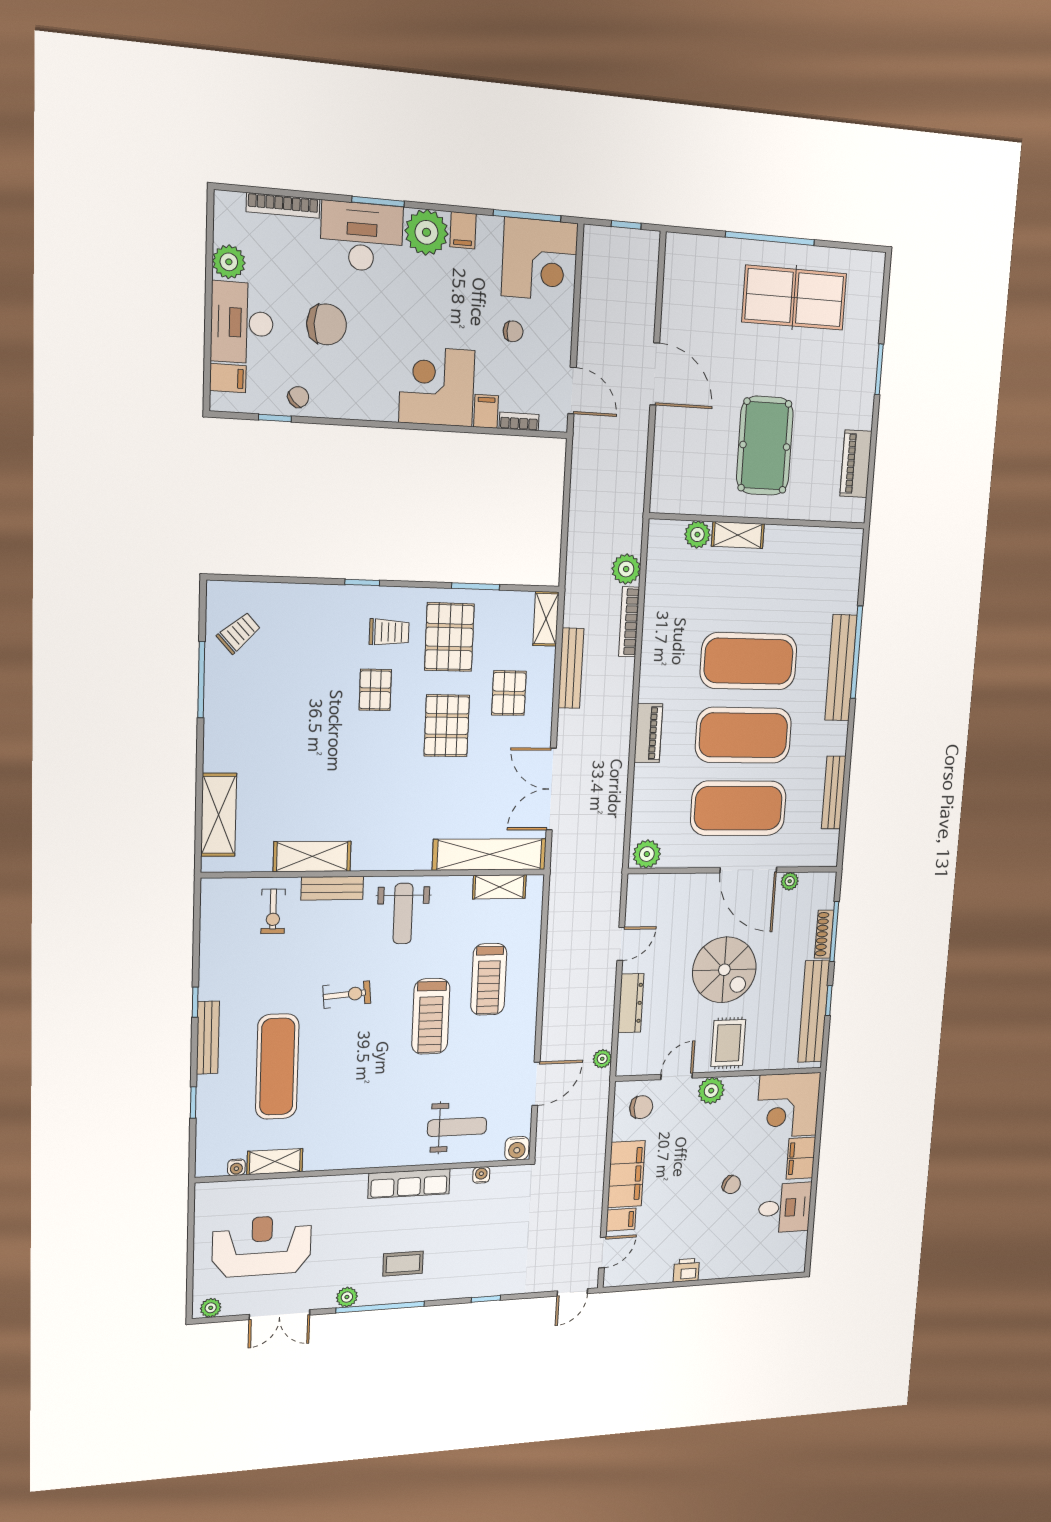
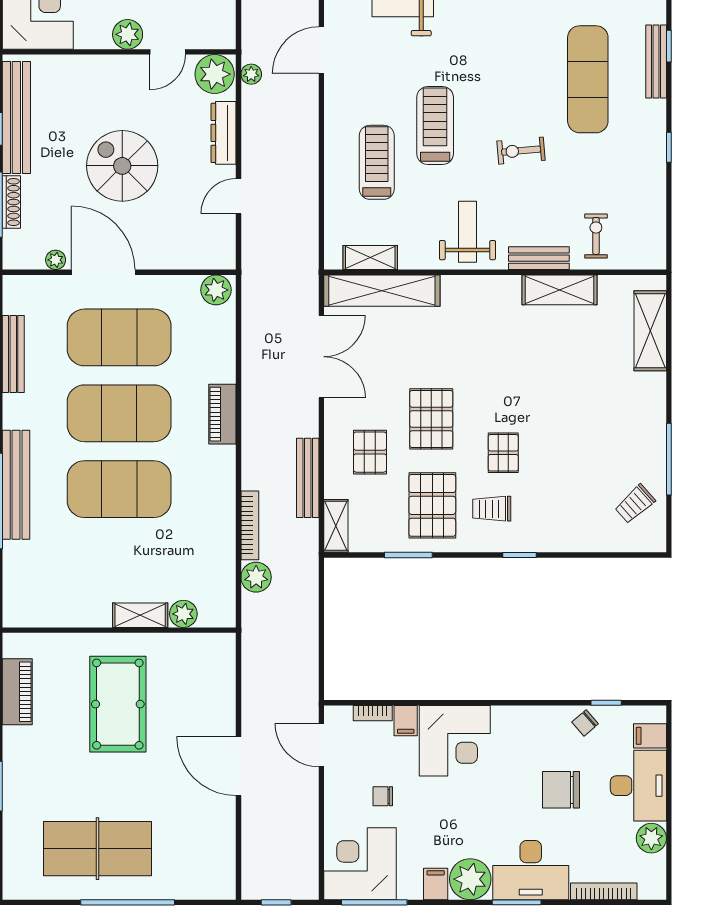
bench: (208, 1038) -> (656, 61), moved
rug: (728, 1043) -> (112, 86), removed
plant: (636, 1058) -> (215, 74), added
chair: (641, 1107) -> (205, 20), removed

